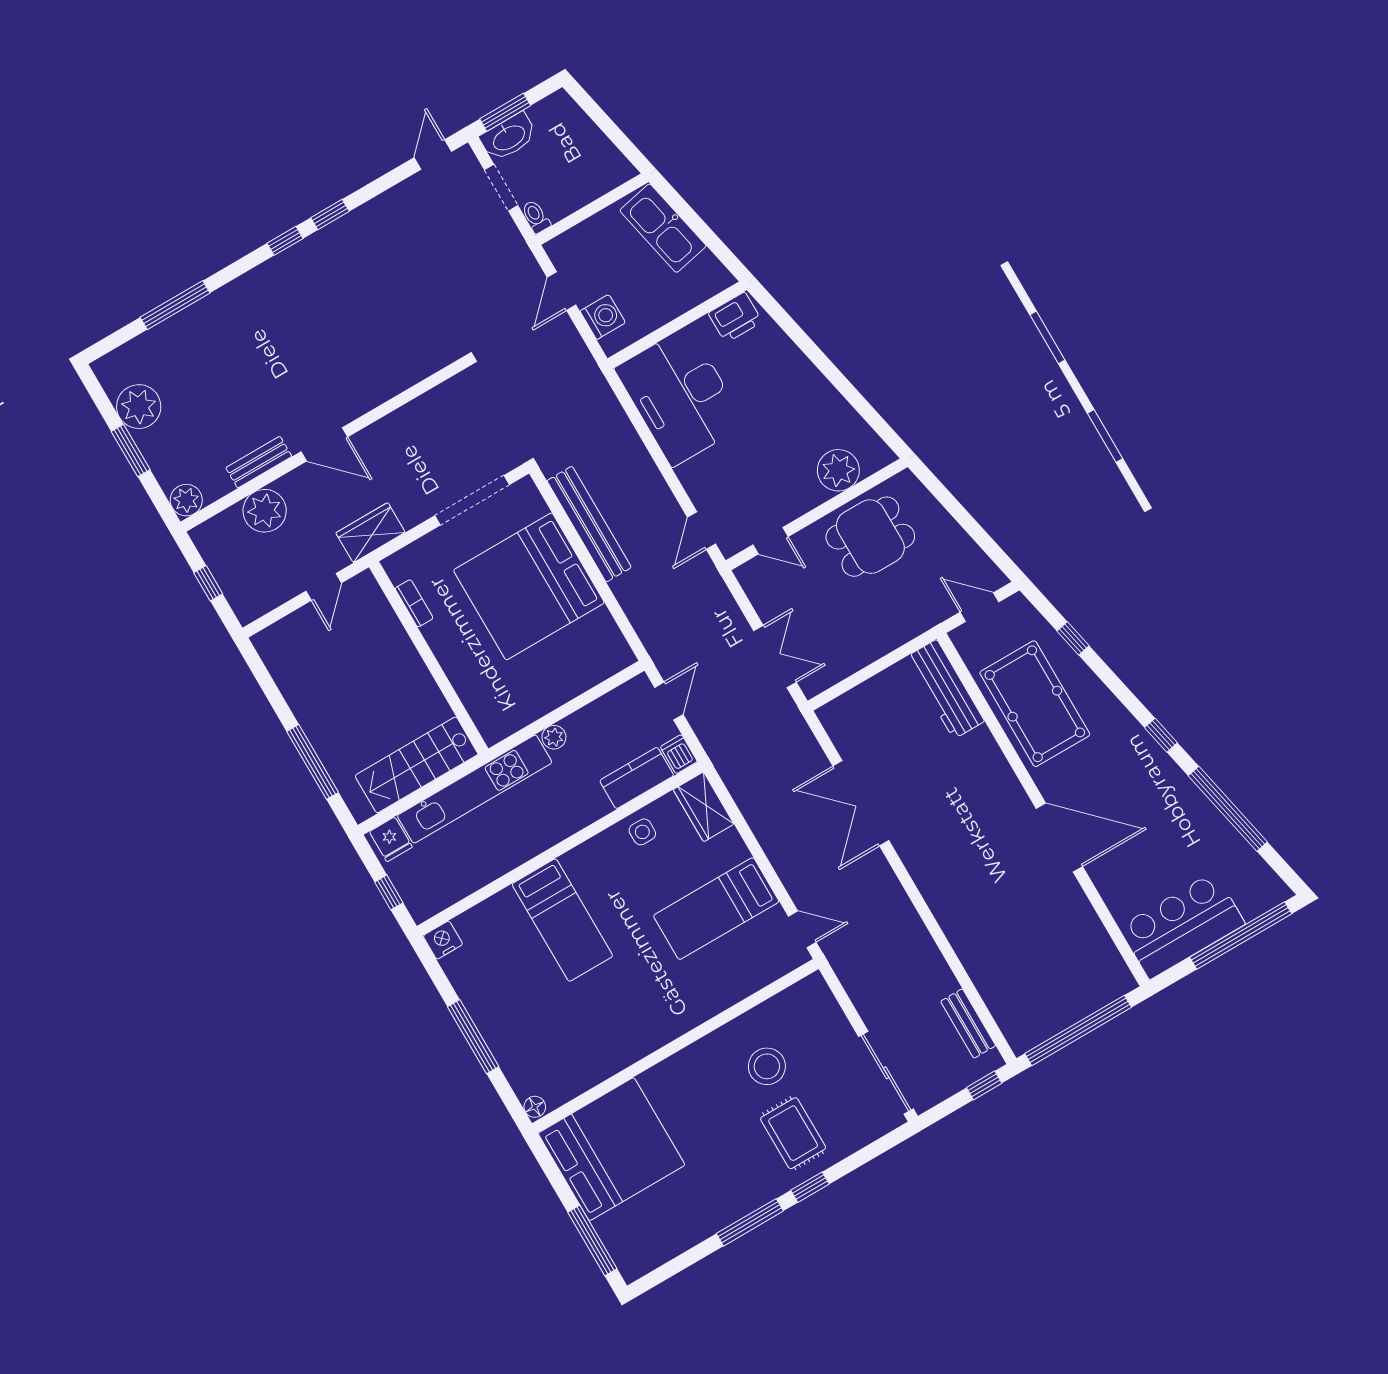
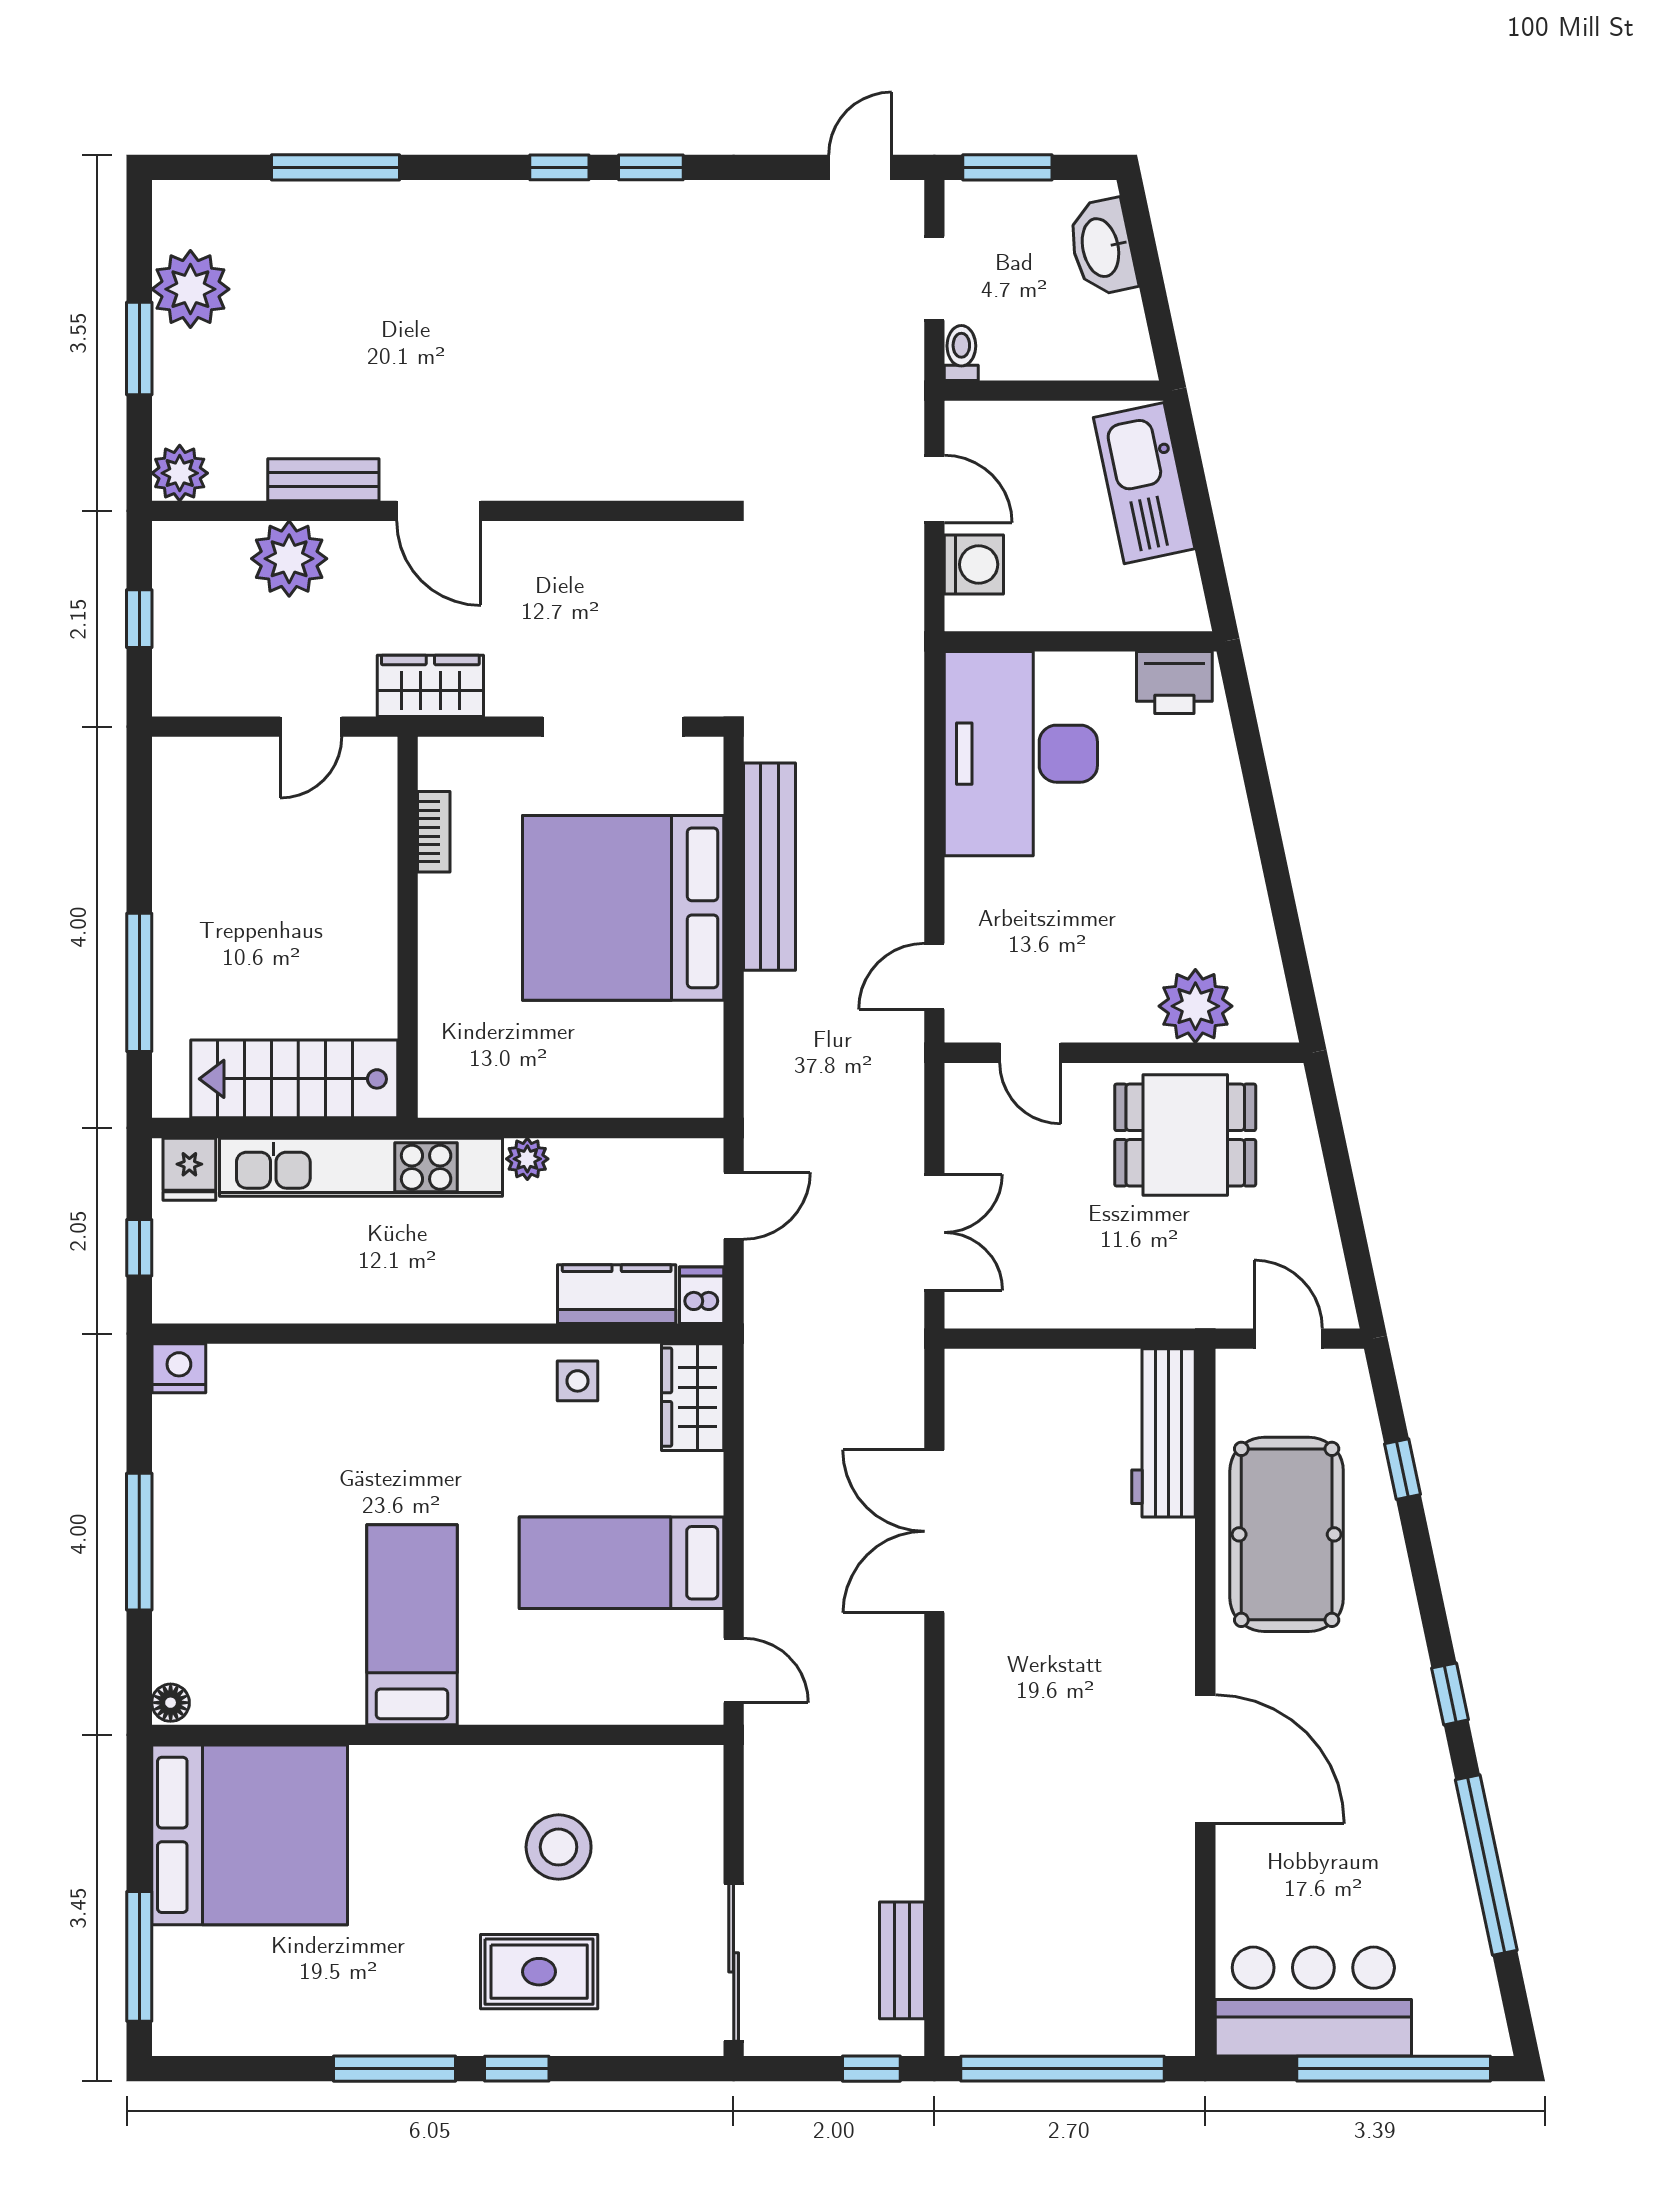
washbasin: (509, 137) -> (1102, 247), moved, turned 78
door: (562, 291) -> (934, 489), swing flipped
bed: (562, 920) -> (412, 1625), moved, turned 180
rug: (793, 1133) -> (539, 1972), turned 90

